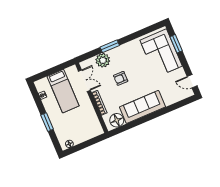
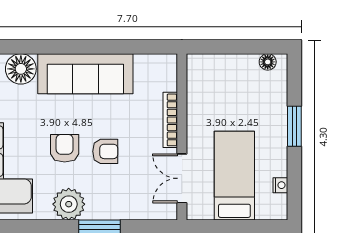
plant: (103, 60) -> (69, 204), moved
armchair: (138, 73) -> (65, 148), added
floor lamp: (117, 120) -> (21, 69), moved

